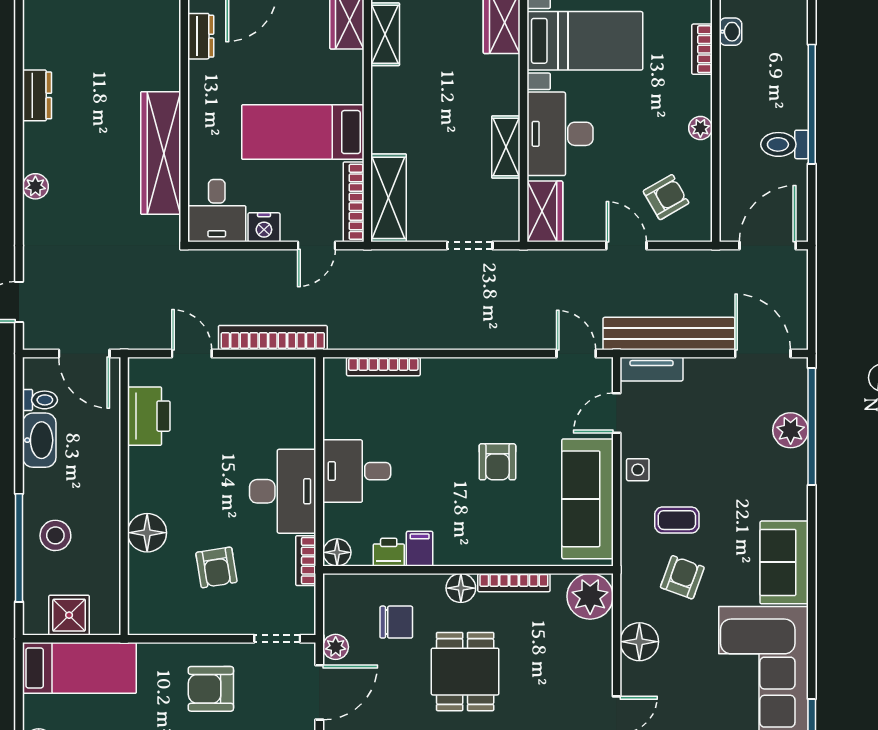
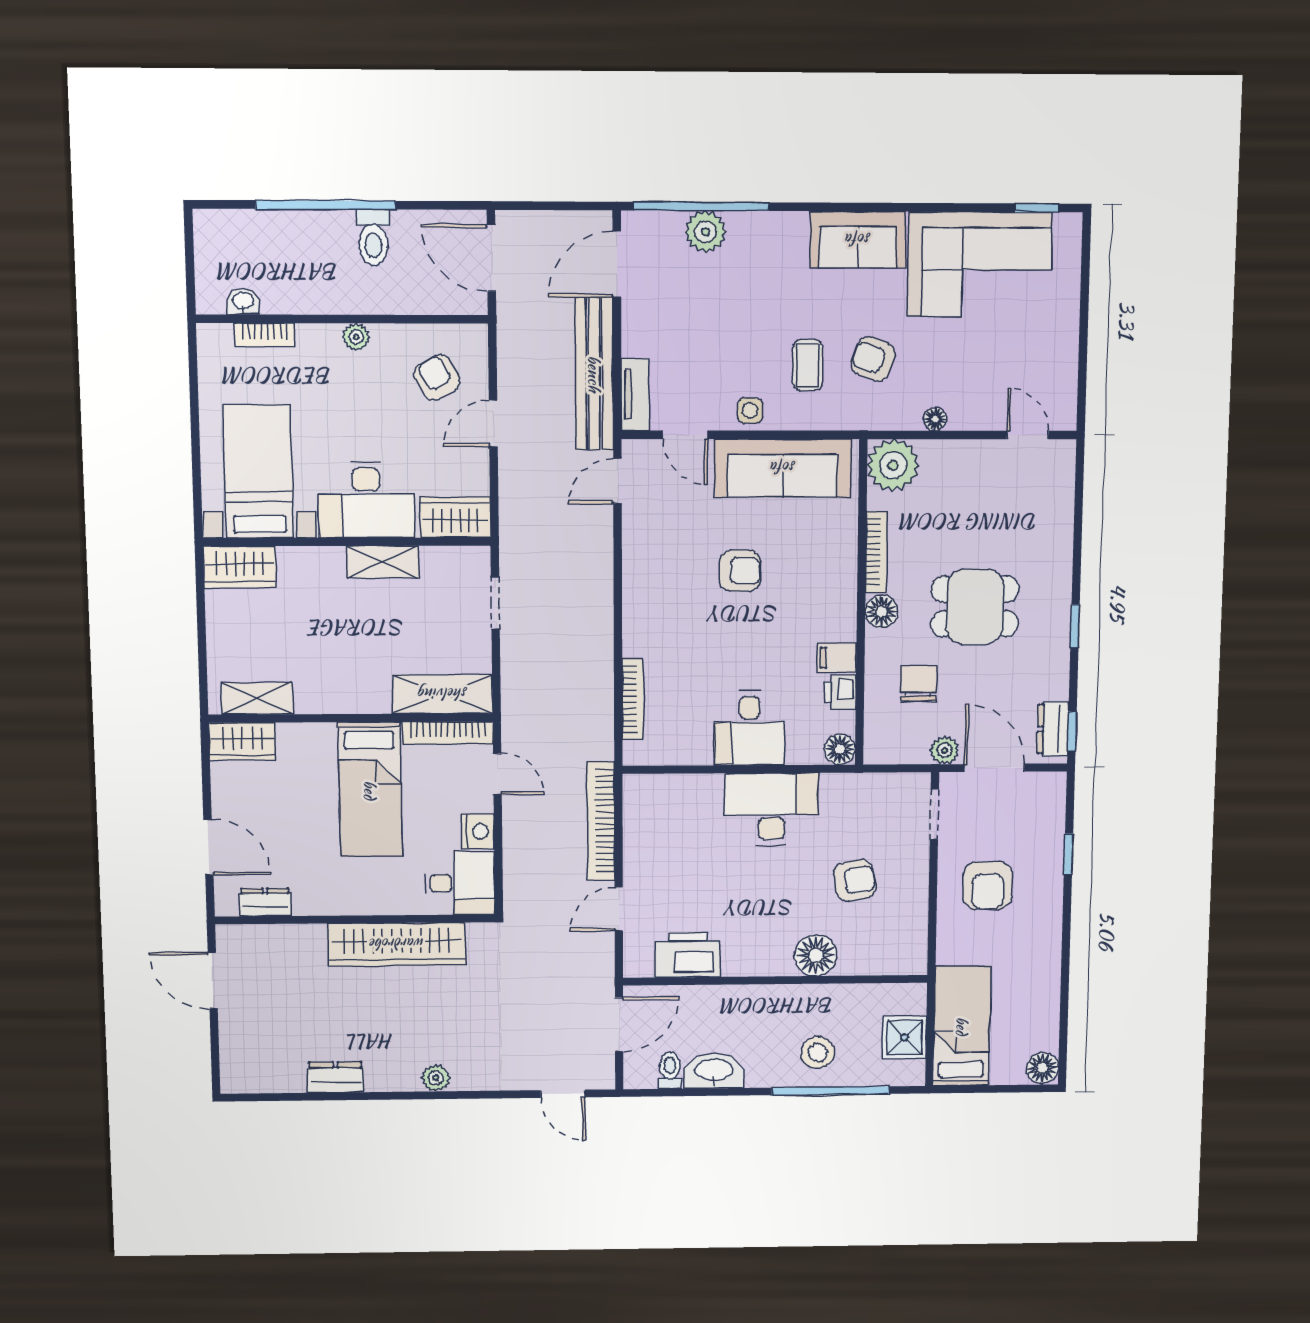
bookcase: (306, 561) -> (849, 784), removed
floor lamp: (639, 642) -> (935, 419), width x0.53, depth x0.53

